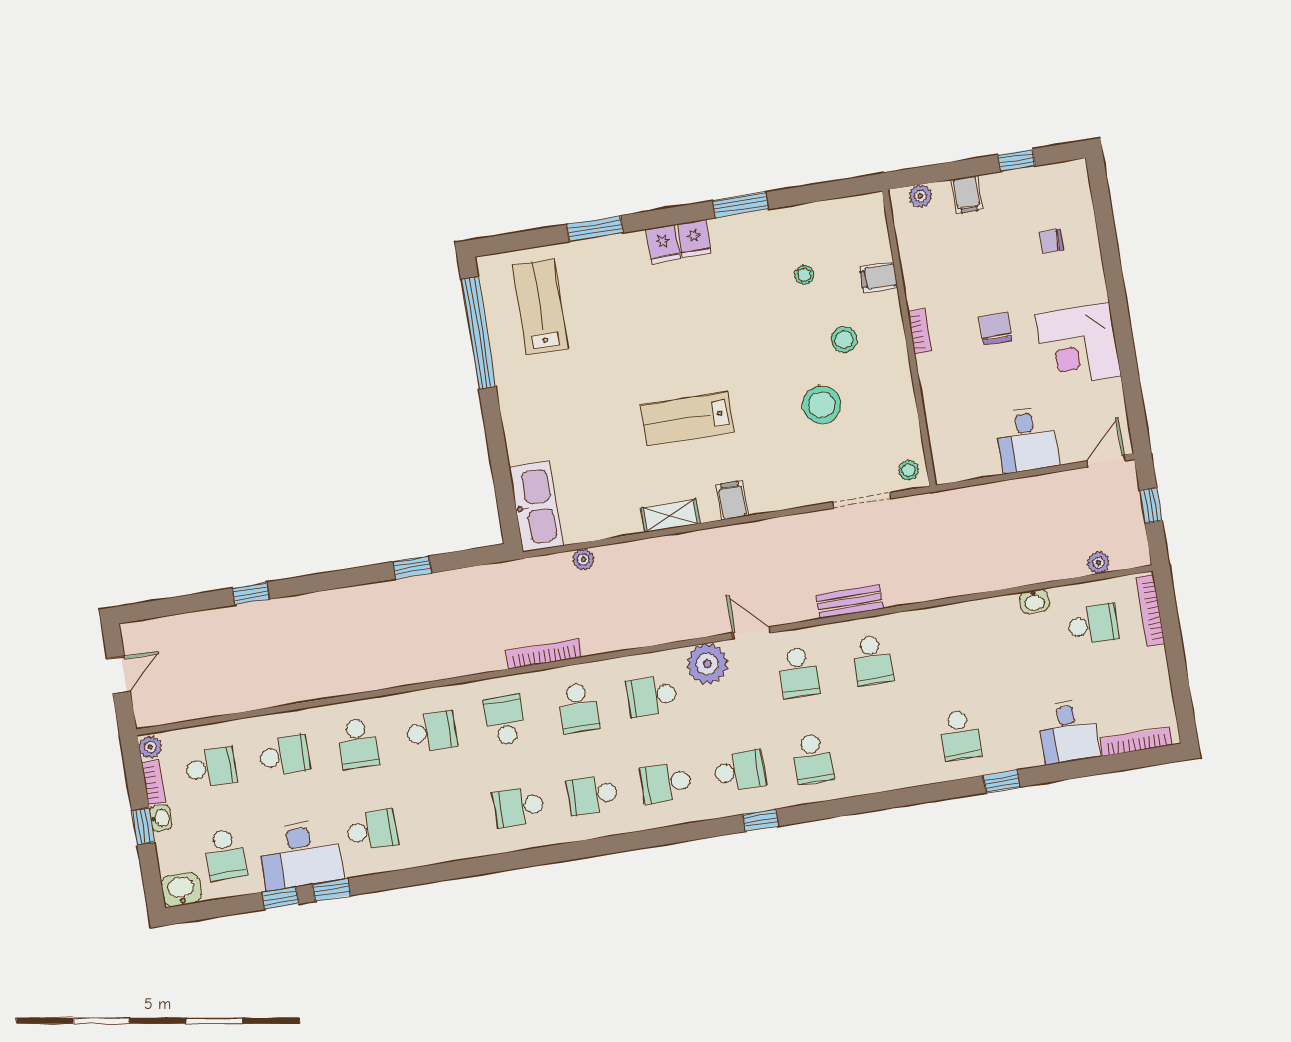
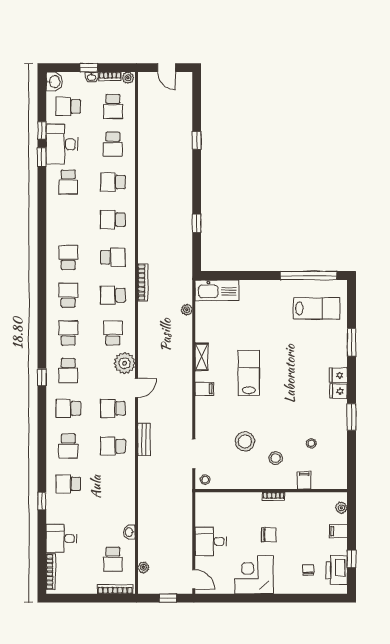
printer: (1043, 185) -> (337, 570), added
school desk: (431, 732) -> (113, 220), turned 90
school desk: (886, 747) -> (68, 446), added

